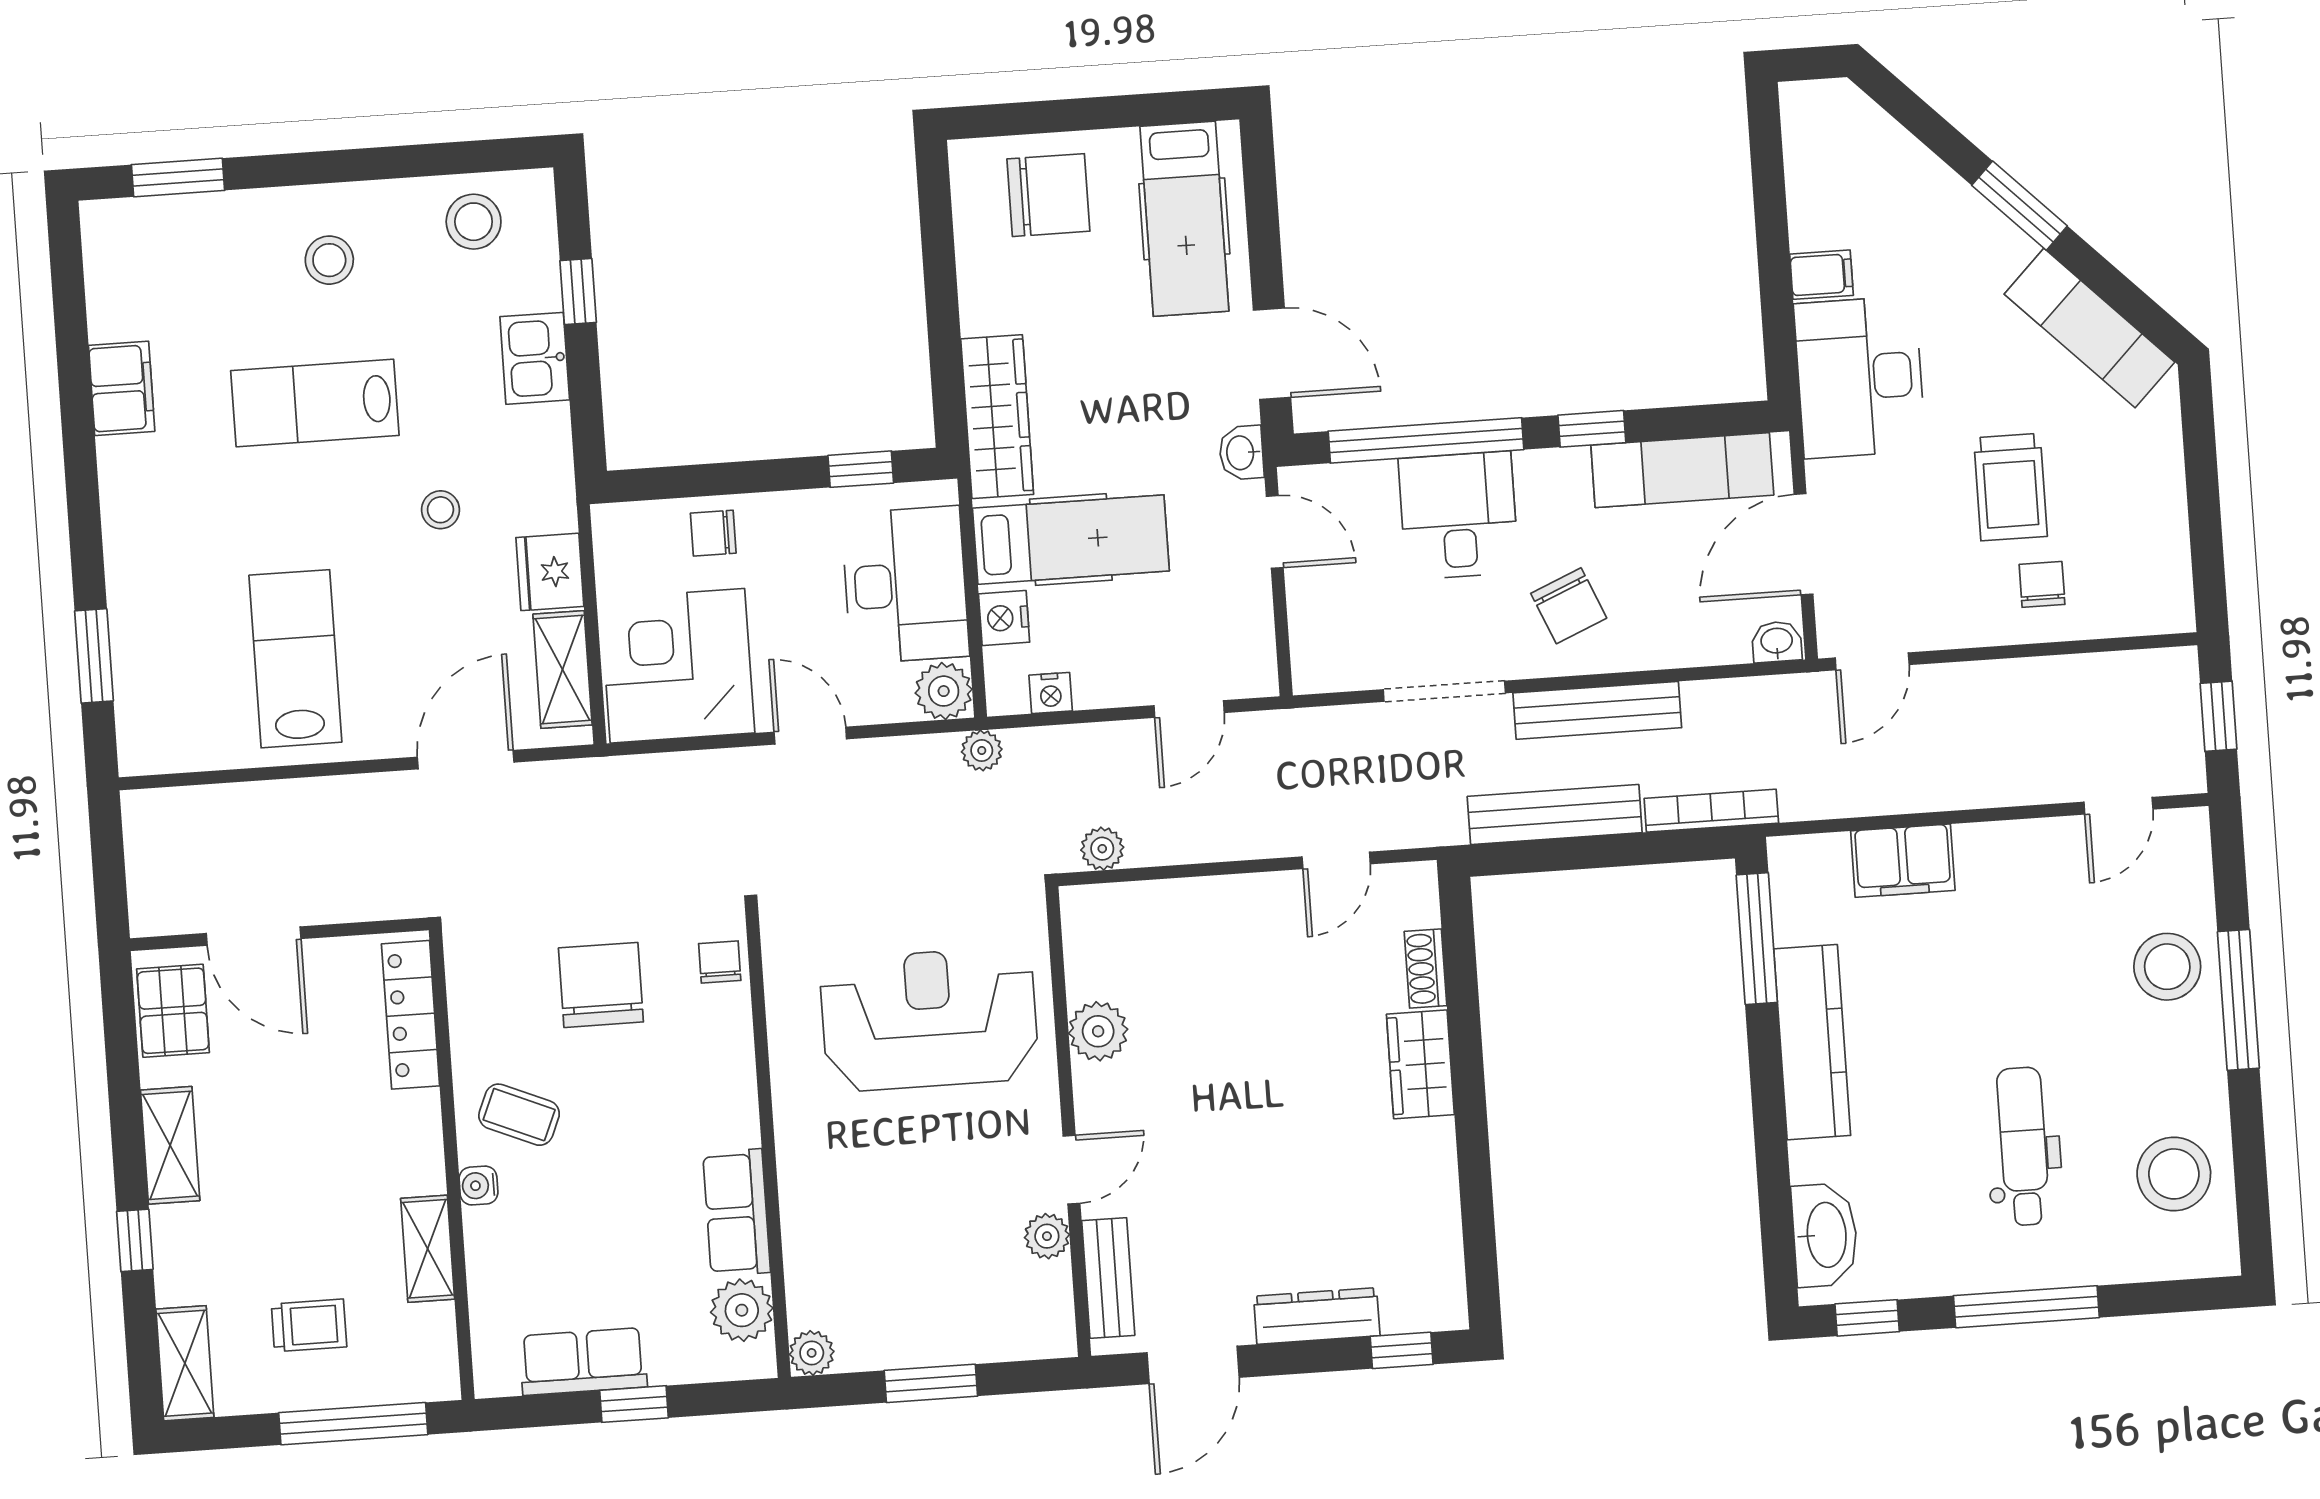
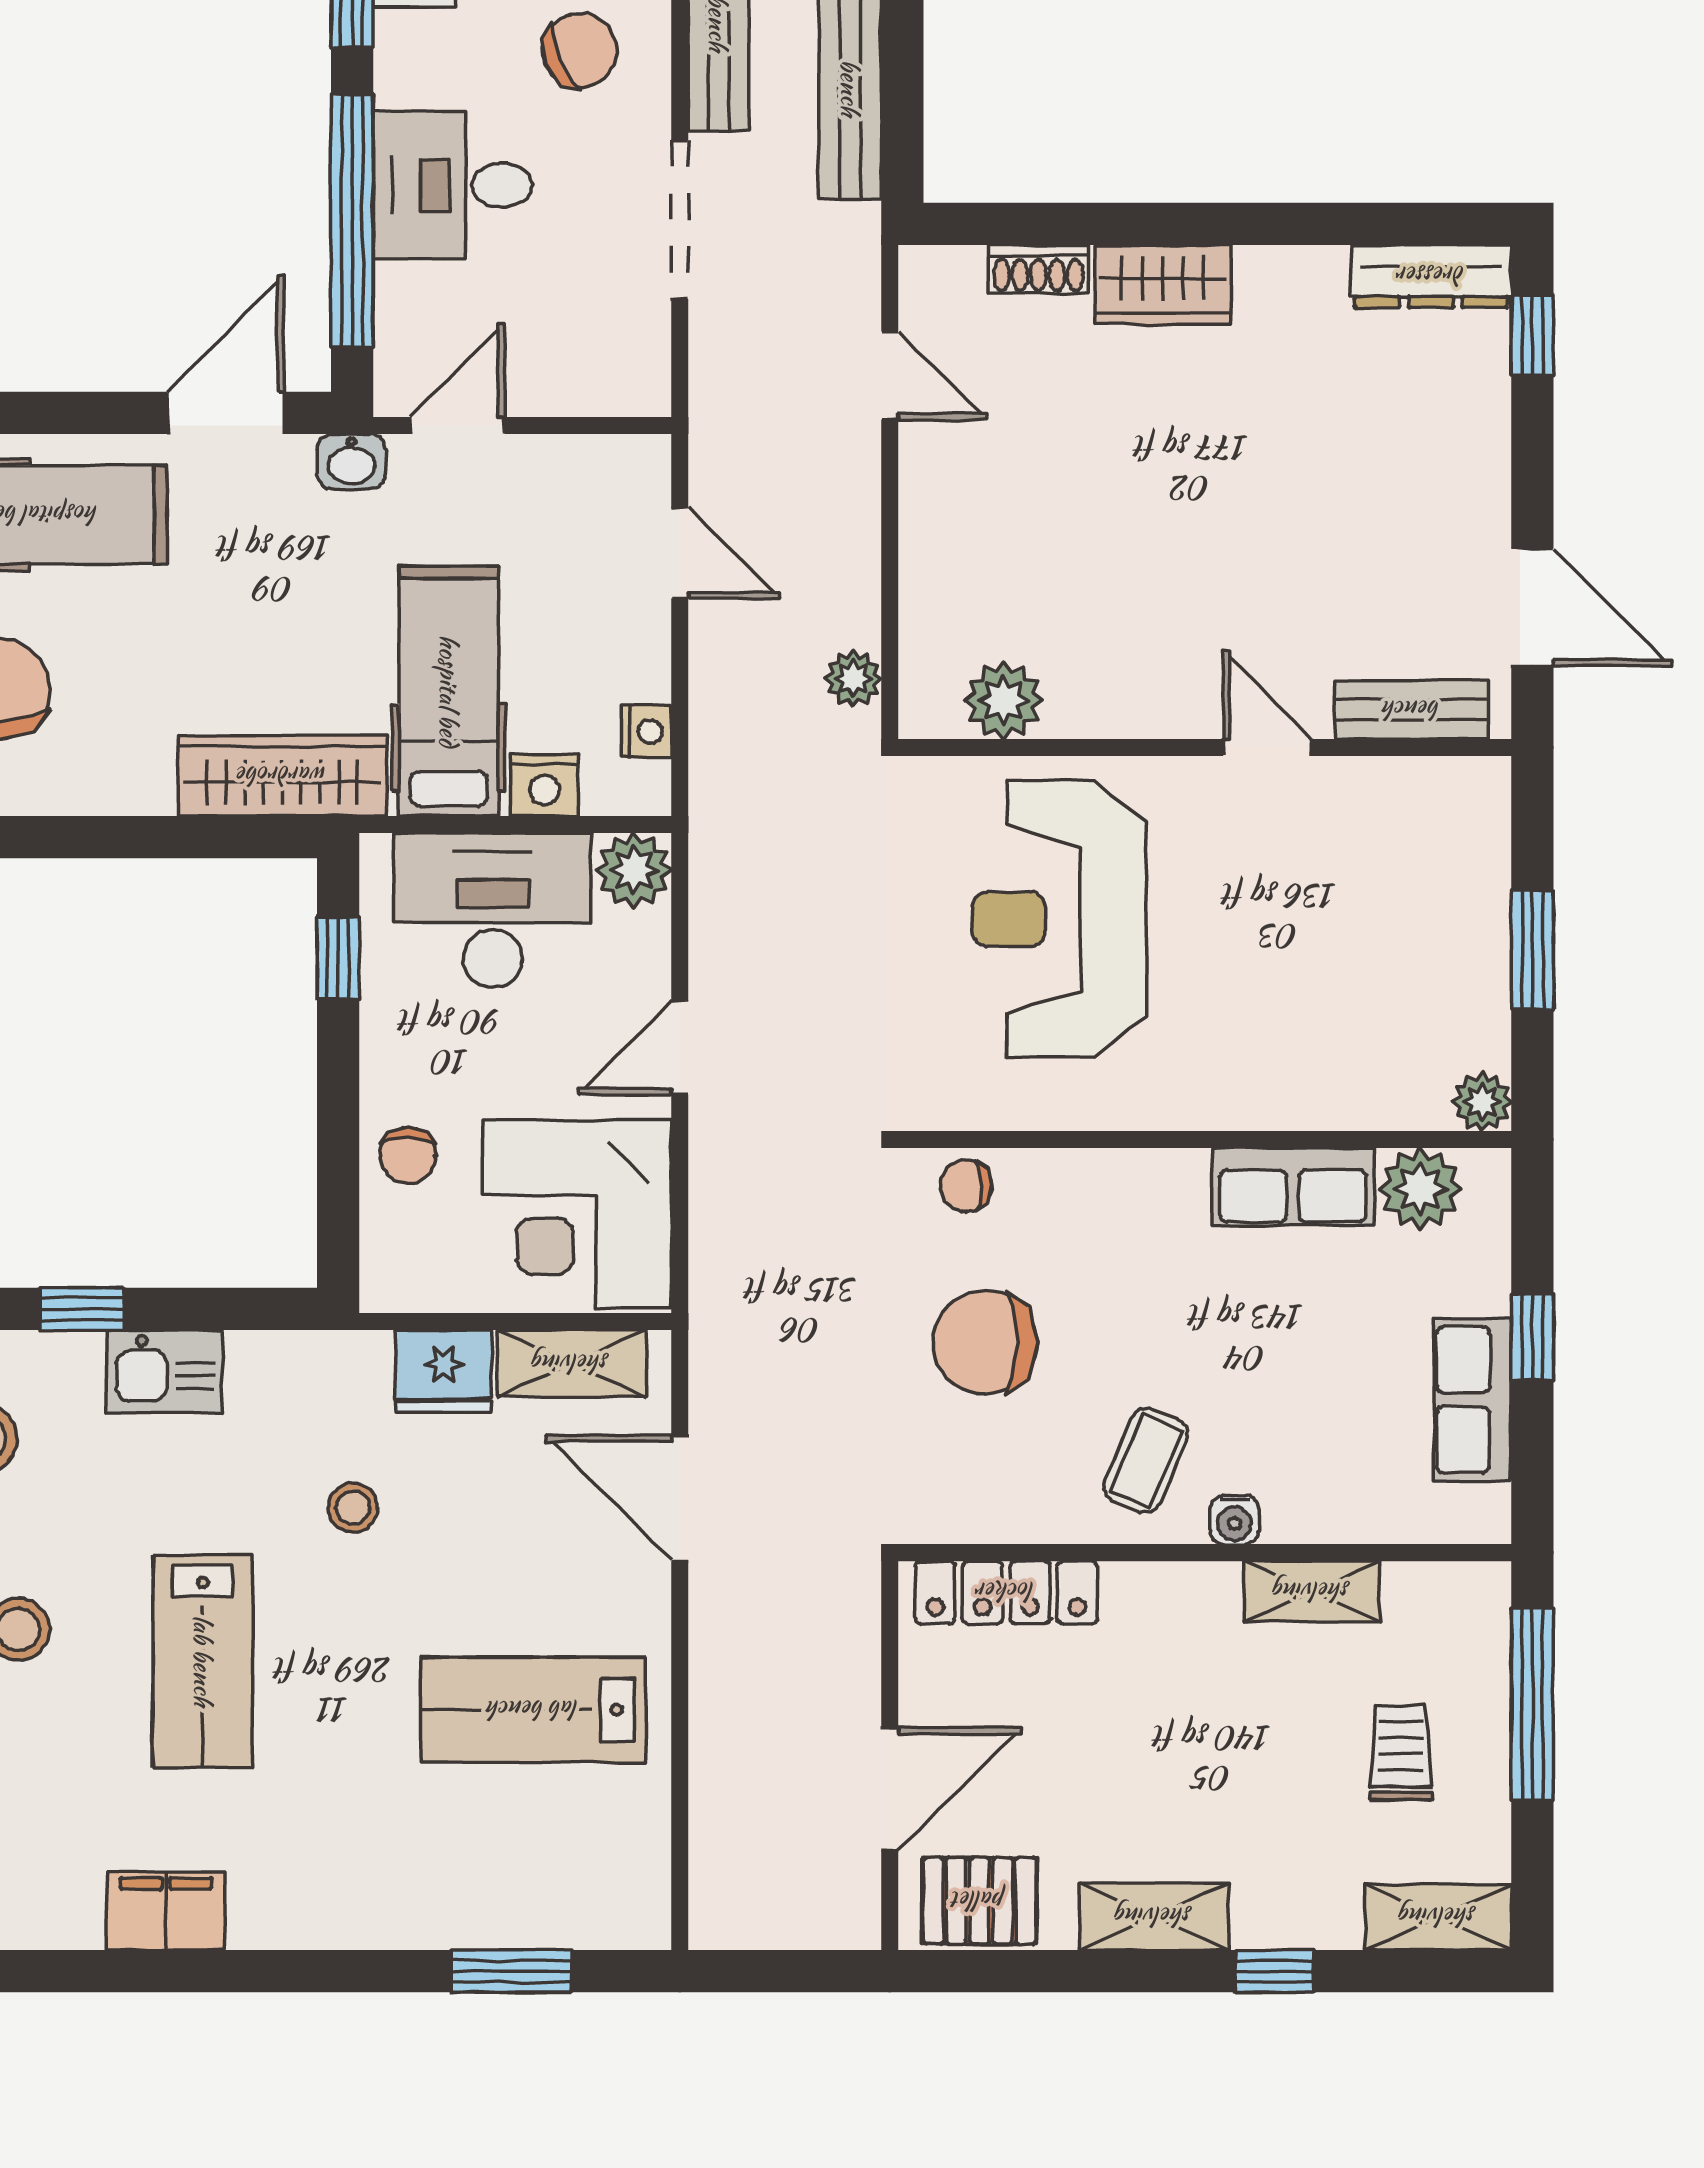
plant: (982, 751) -> (715, 826), removed
plant: (1098, 1031) -> (1004, 700), moved
plant: (1047, 1236) -> (1352, 786), removed
dresser: (1317, 1316) -> (1431, 276), moved, turned -90

